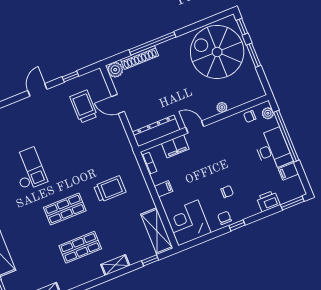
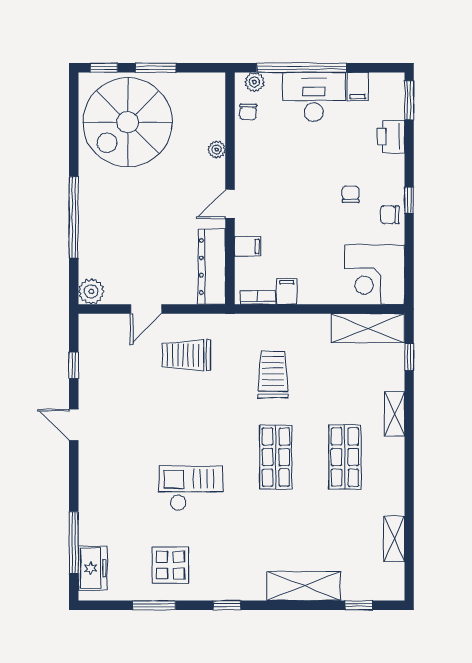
shoe rack: (140, 58) -> (88, 246), removed
trolley: (84, 107) -> (186, 355), moved
filing cabinet: (175, 146) -> (248, 246), width x0.50
filing cabinet: (163, 189) -> (287, 291), moved

